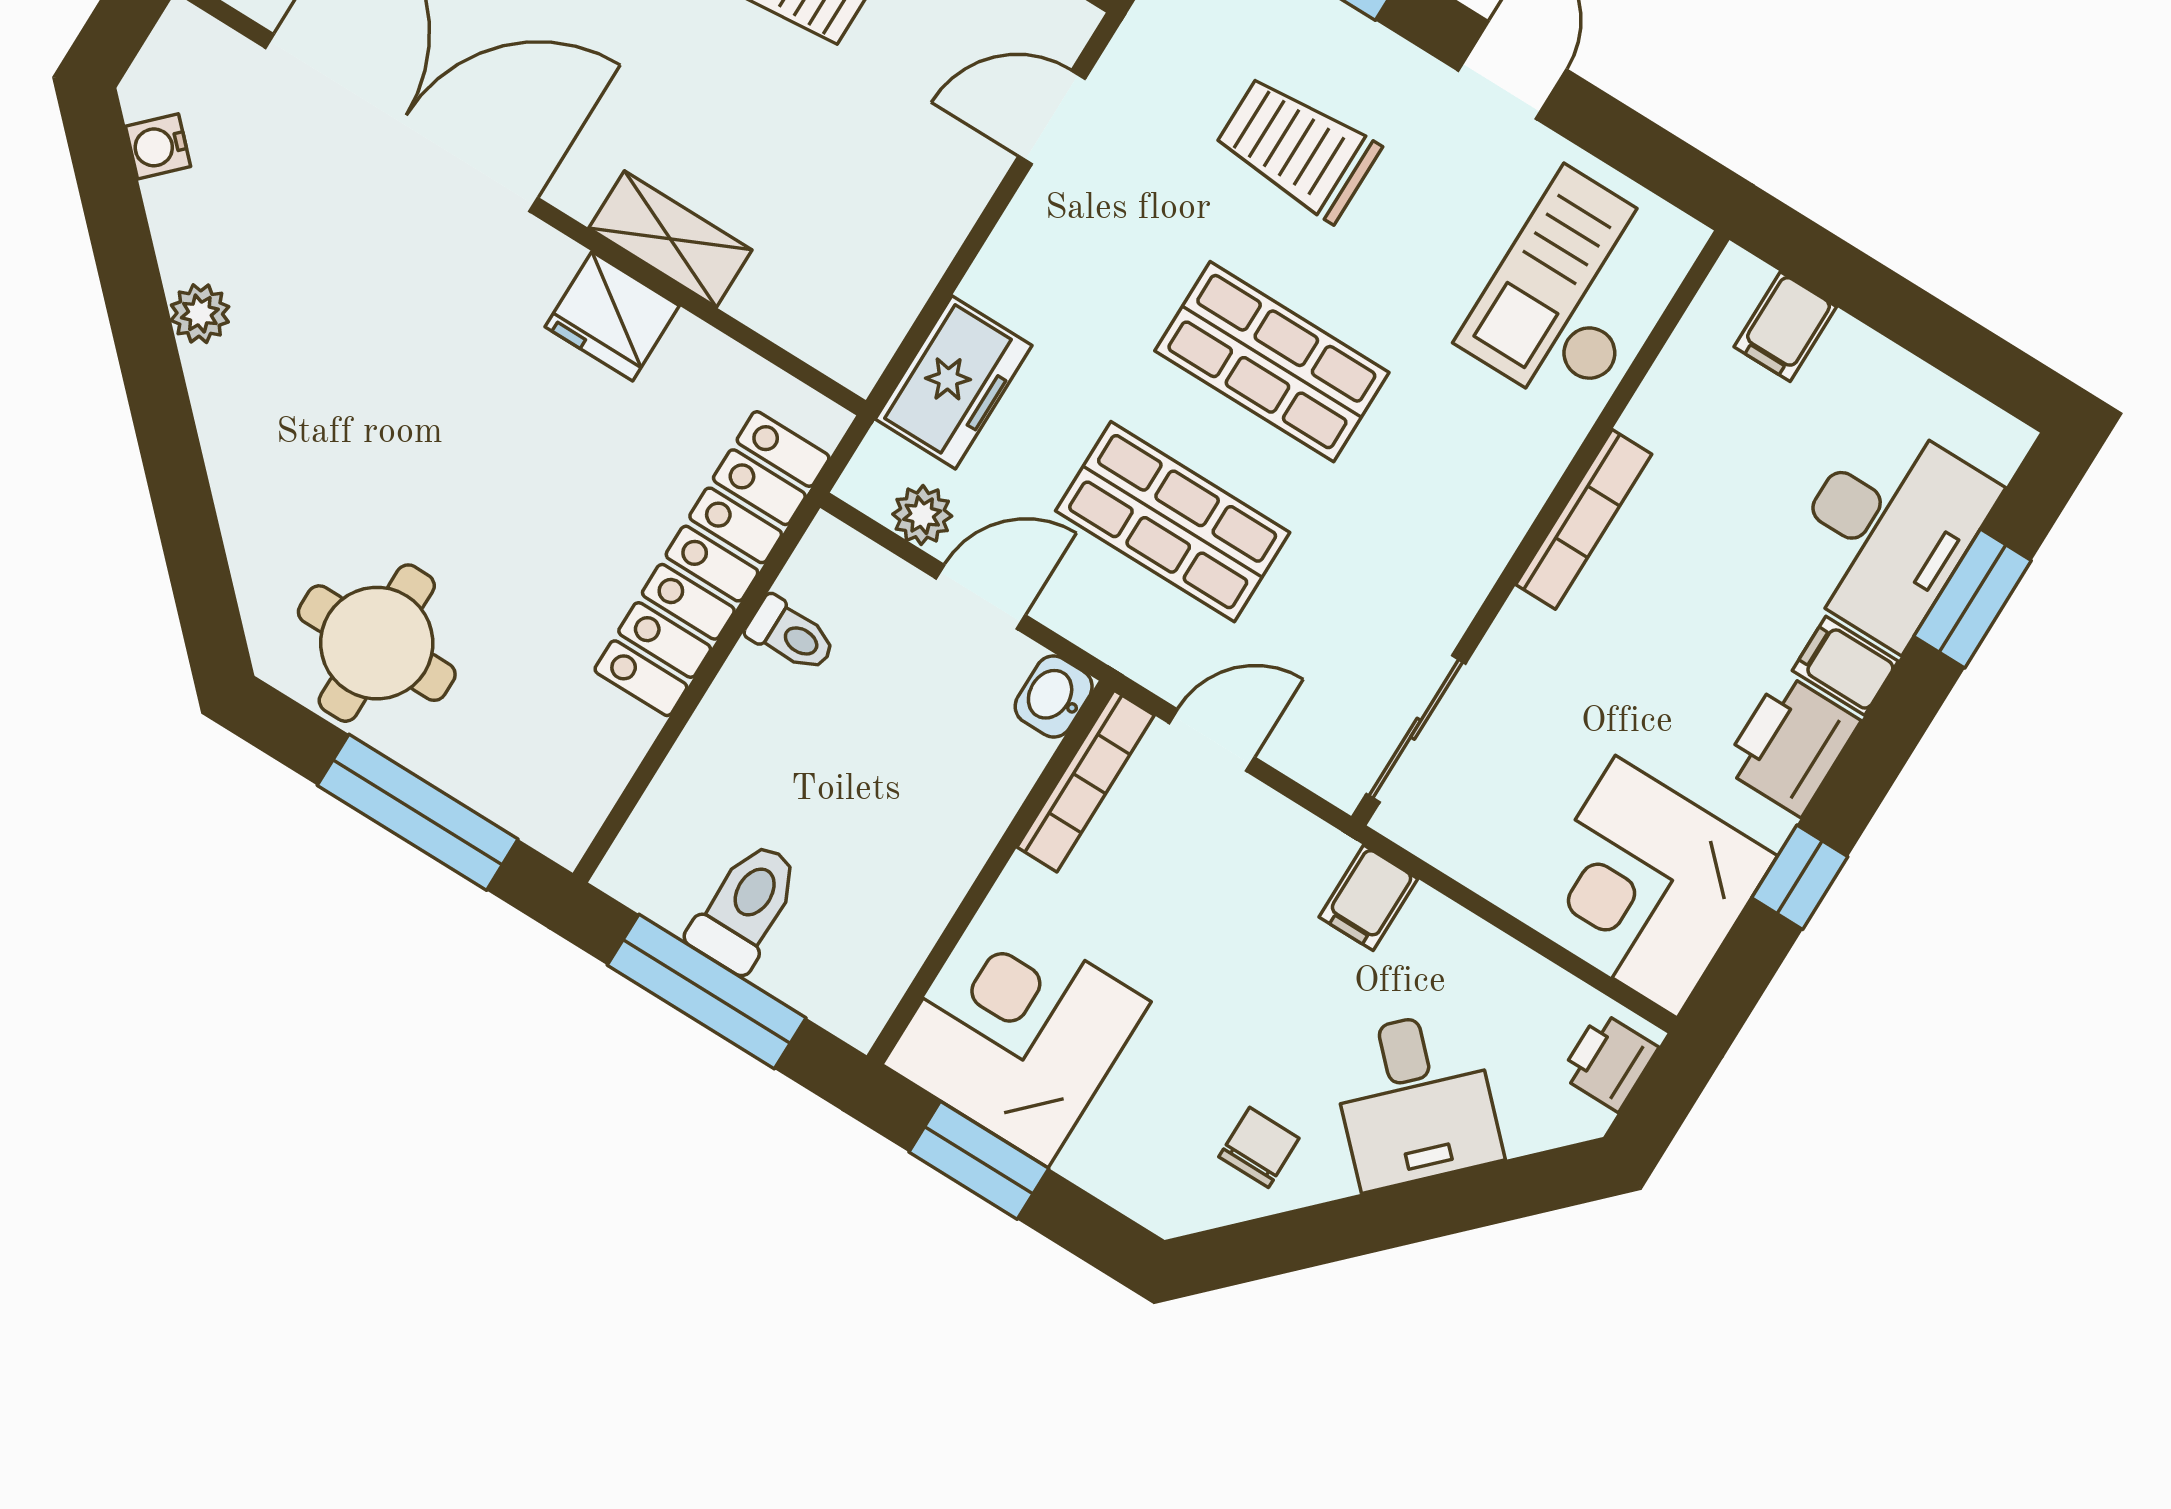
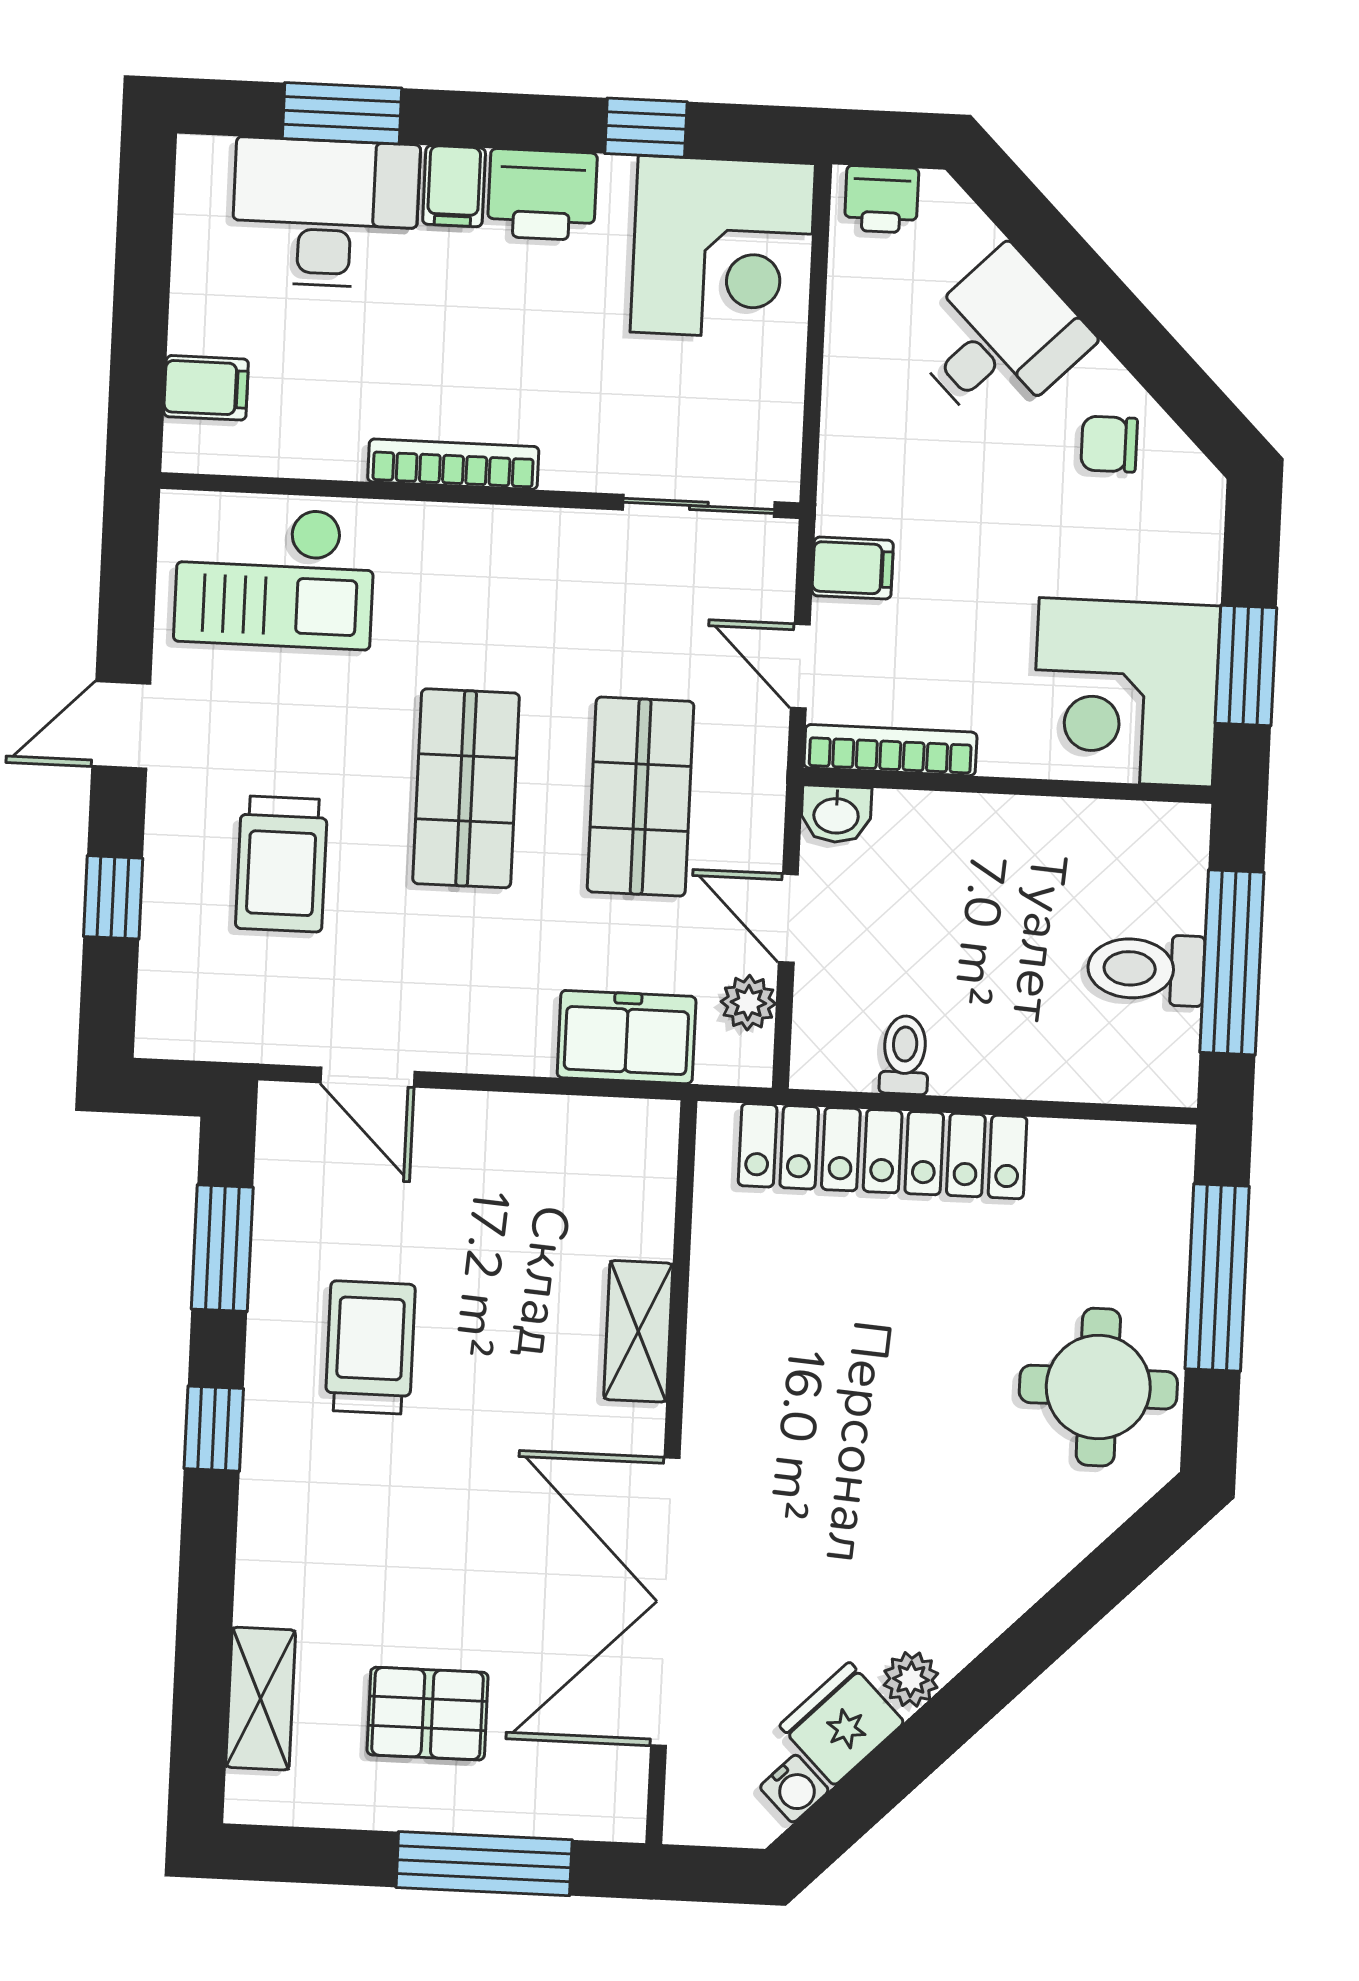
fridge: (612, 316) -> (842, 1724), moved, turned -135
filing cabinet: (1368, 898) -> (853, 568), moved

